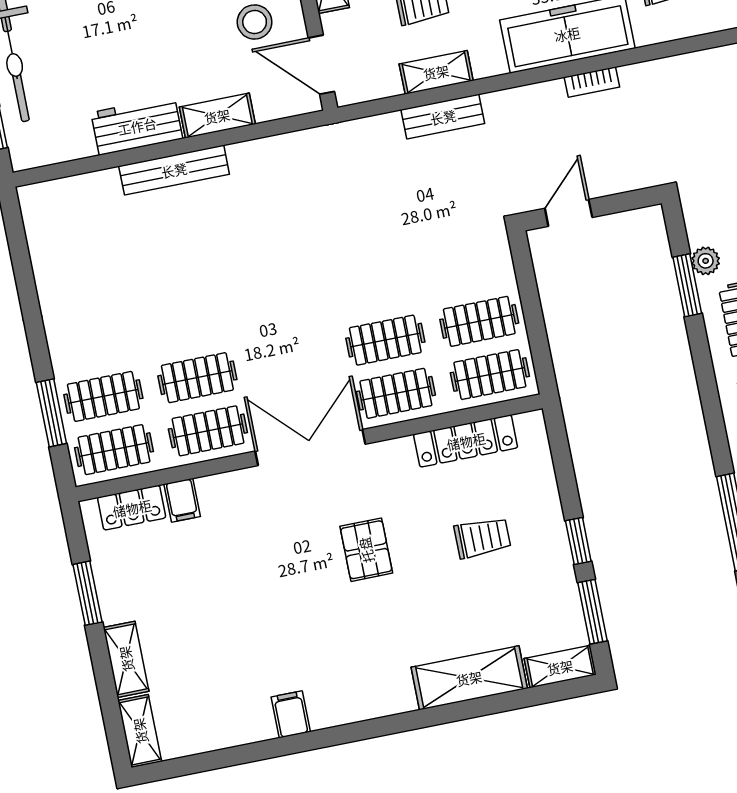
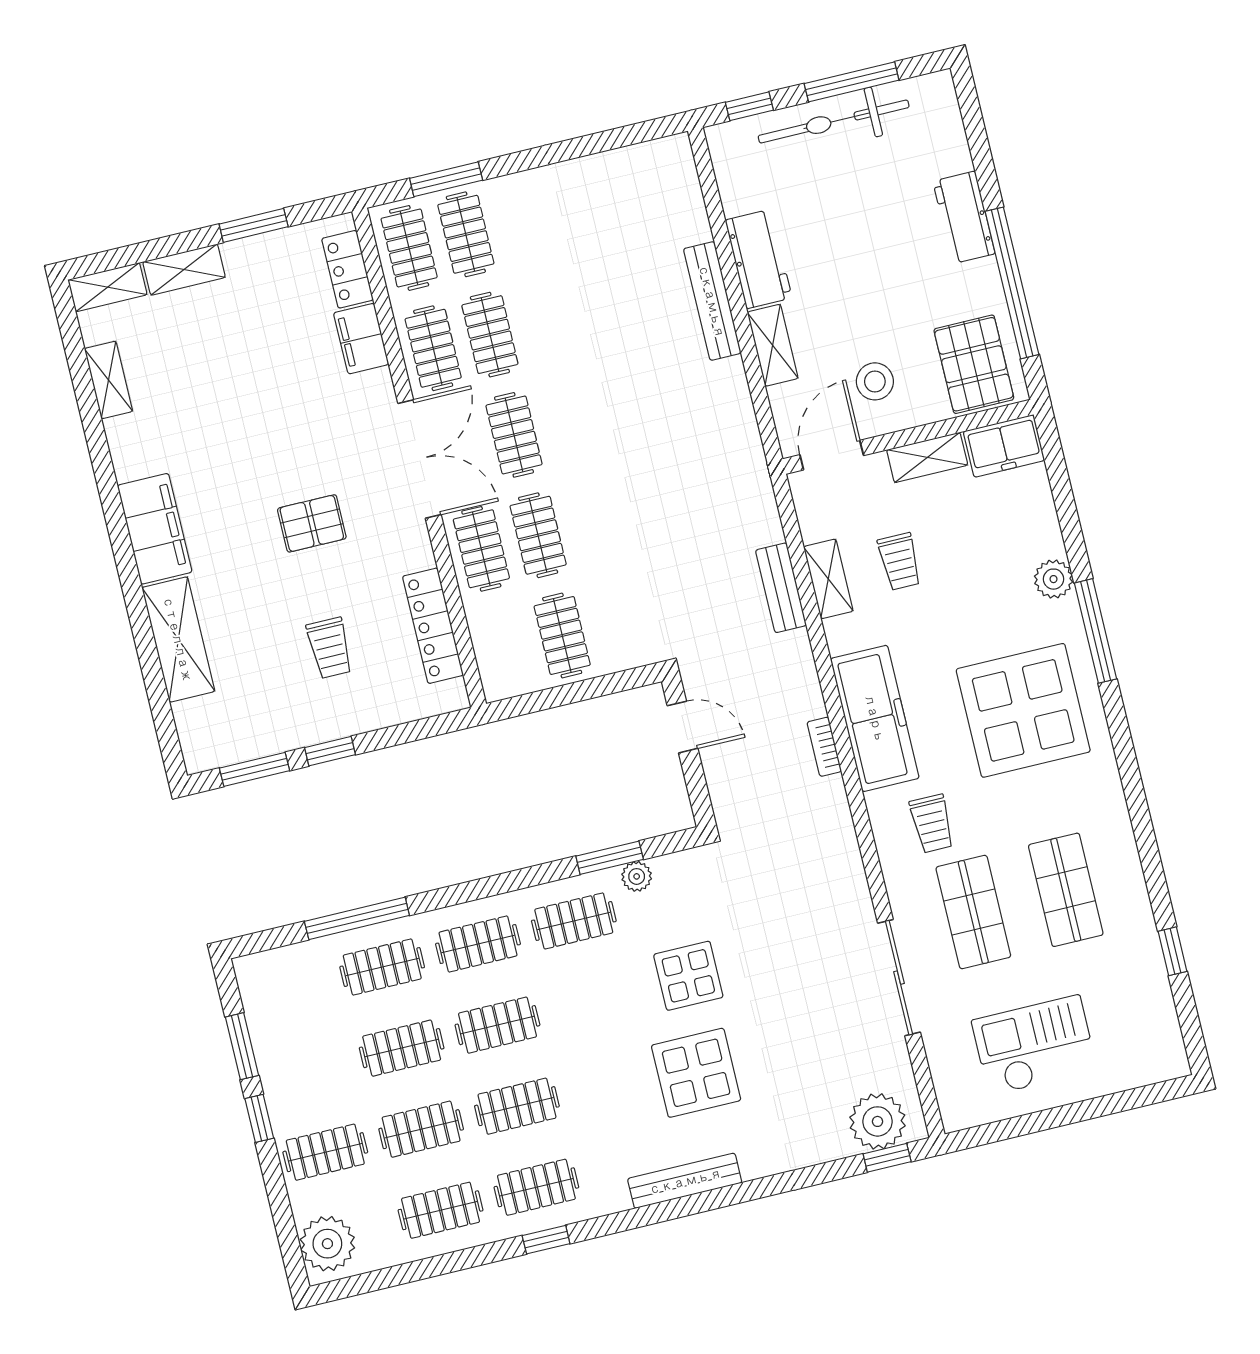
clothes rail: (490, 375) -> (514, 435), moved
filing cabinet: (182, 500) -> (361, 339), width x2.00
shelving: (560, 667) -> (109, 380), moved
filing cabinet: (291, 714) -> (155, 529), moved, width x3.00, depth x1.17

